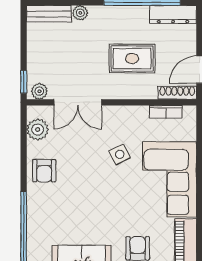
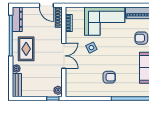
rug: (132, 58) -> (26, 49), moved
double door: (78, 102) -> (64, 56), moved
plant: (38, 130) -> (78, 91), removed
armchair: (44, 171) -> (109, 77), moved

